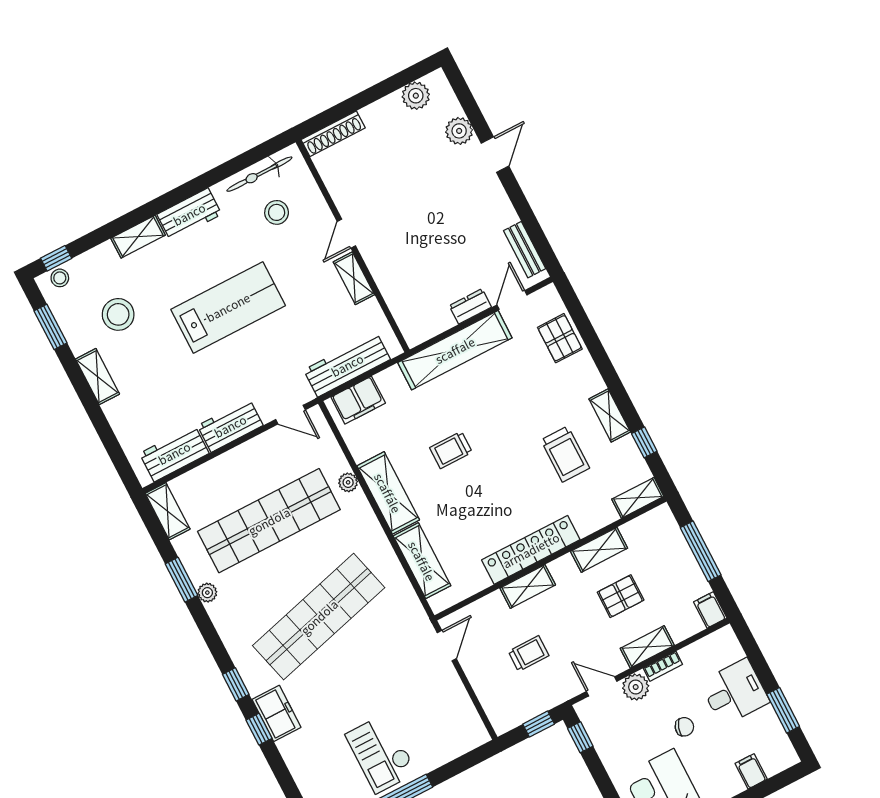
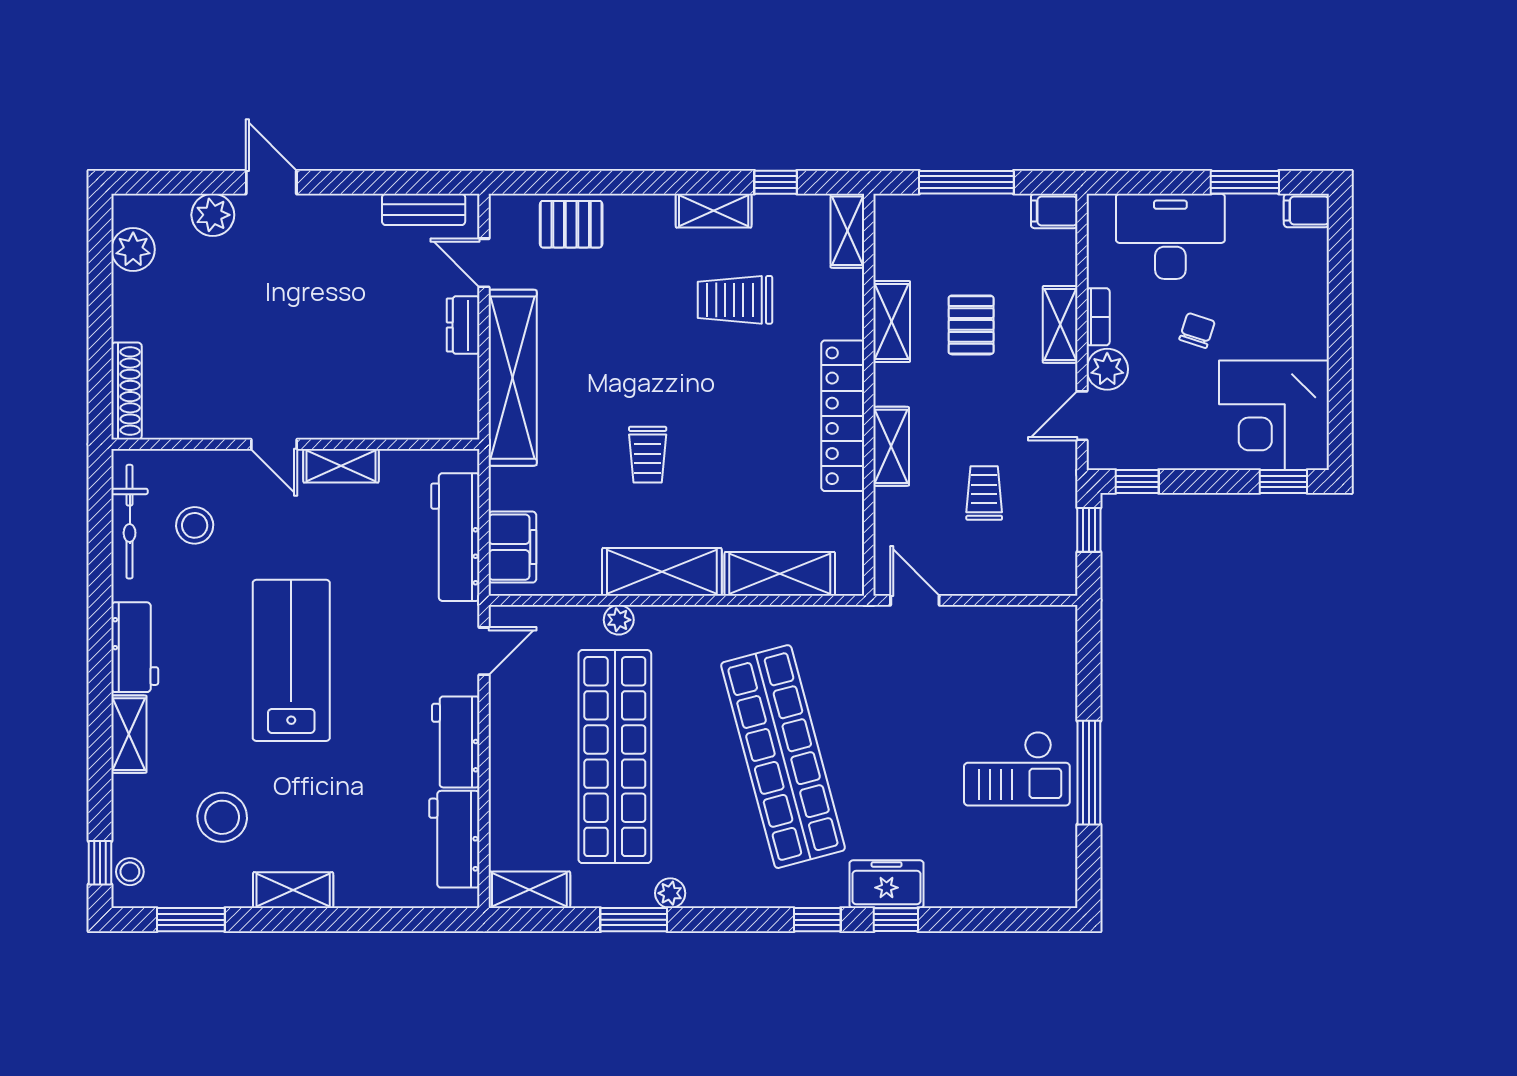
trolley: (565, 454) -> (735, 300), turned 180
desk: (735, 692) -> (1170, 236), width x1.37
filing cabinet: (751, 771) -> (1306, 210), moved

